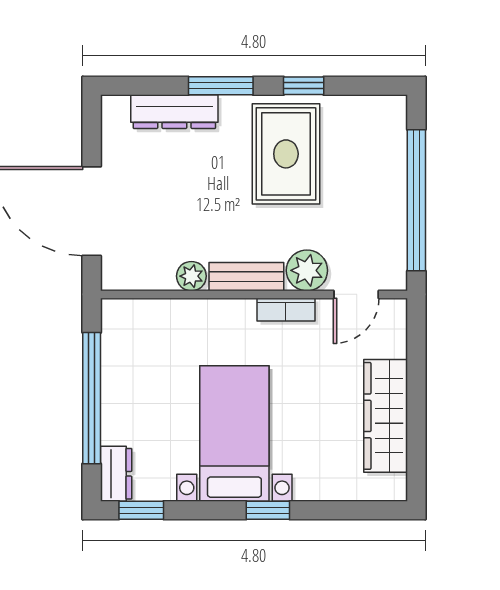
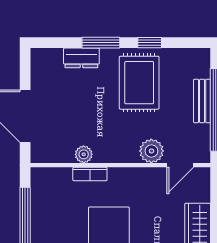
dresser: (174, 112) -> (81, 58), width x0.70
bench: (246, 277) -> (202, 101), moved, turned 90
bookcase: (286, 310) -> (90, 174), moved

